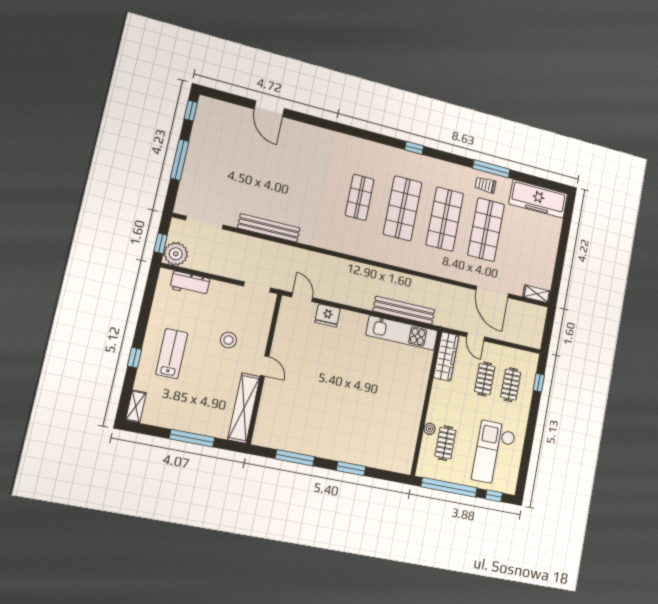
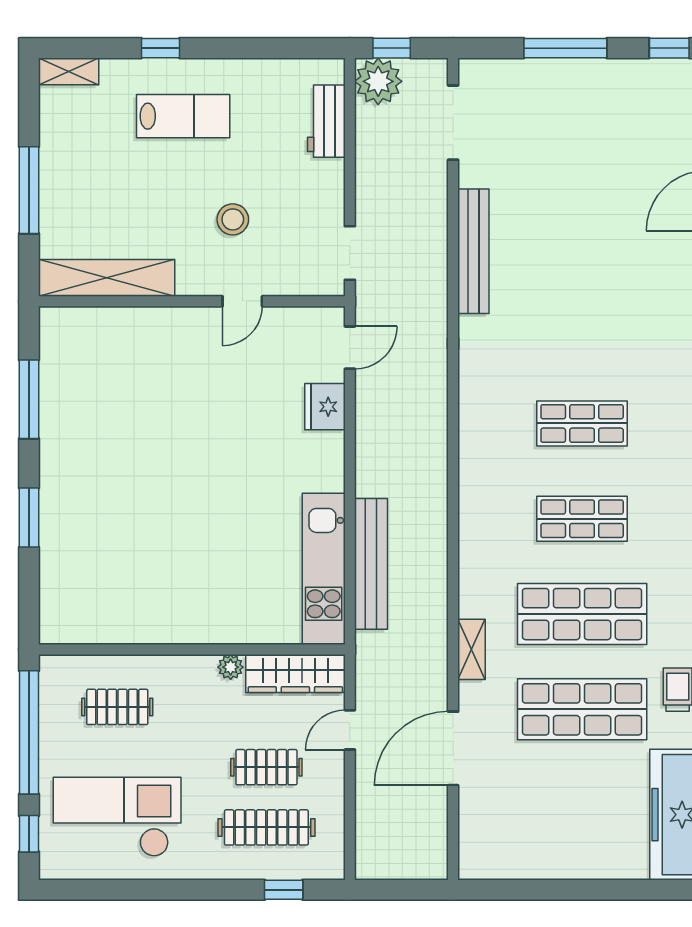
shop shelf: (403, 208) -> (582, 519), width x0.70, depth x0.74
shelving: (537, 294) -> (472, 649), moved
door: (265, 366) -> (242, 301), moved
clothes rail: (511, 385) -> (266, 827), width x1.36
plant: (430, 429) -> (231, 667), moved

